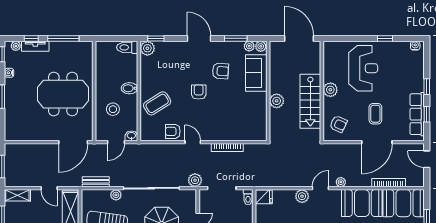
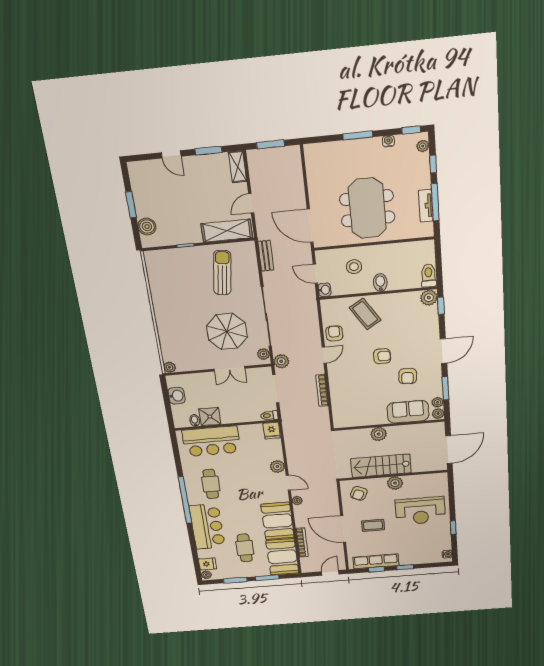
tv unit: (35, 46) -> (426, 206), moved
plant: (116, 195) -> (263, 354), moved

